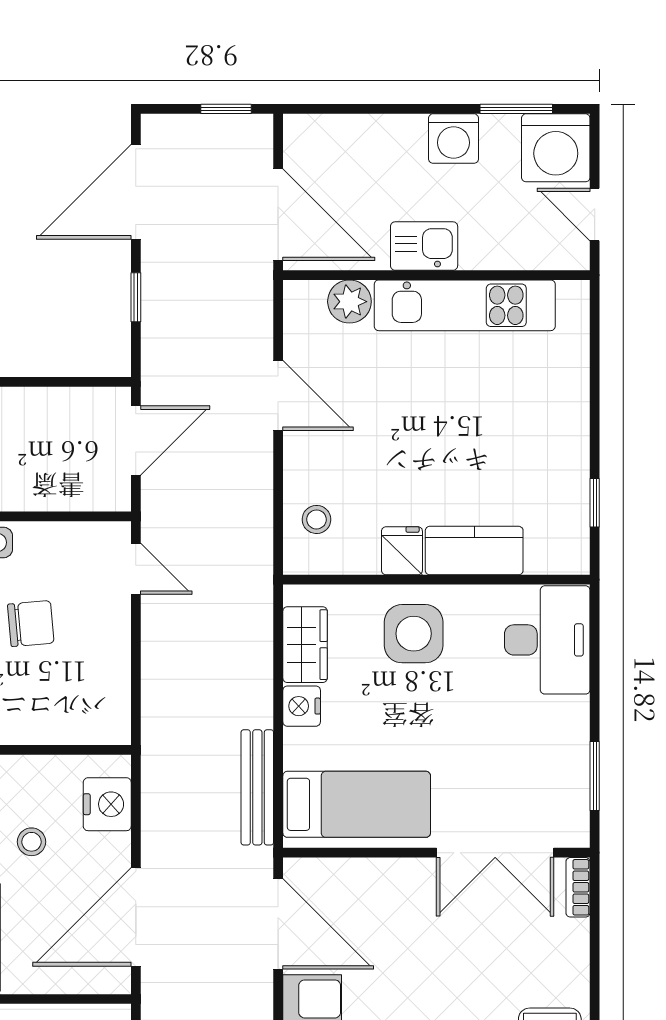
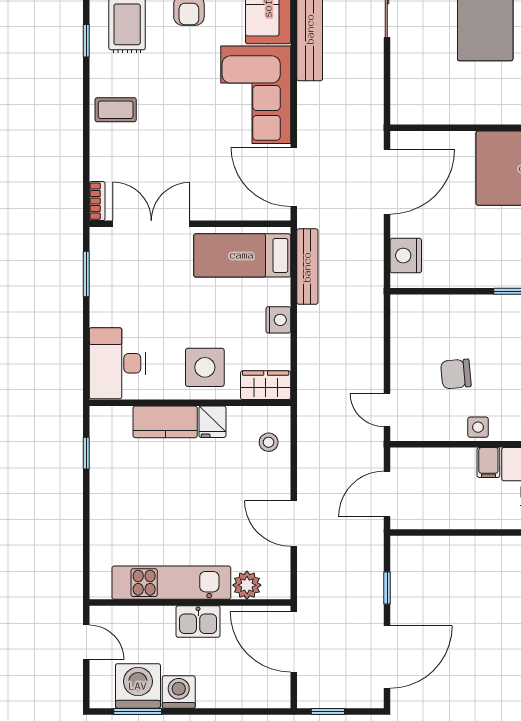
washing machine: (556, 148) -> (138, 686), moved
wardrobe: (305, 645) -> (266, 385), moved, turned 90
stool: (31, 842) -> (455, 231), removed

